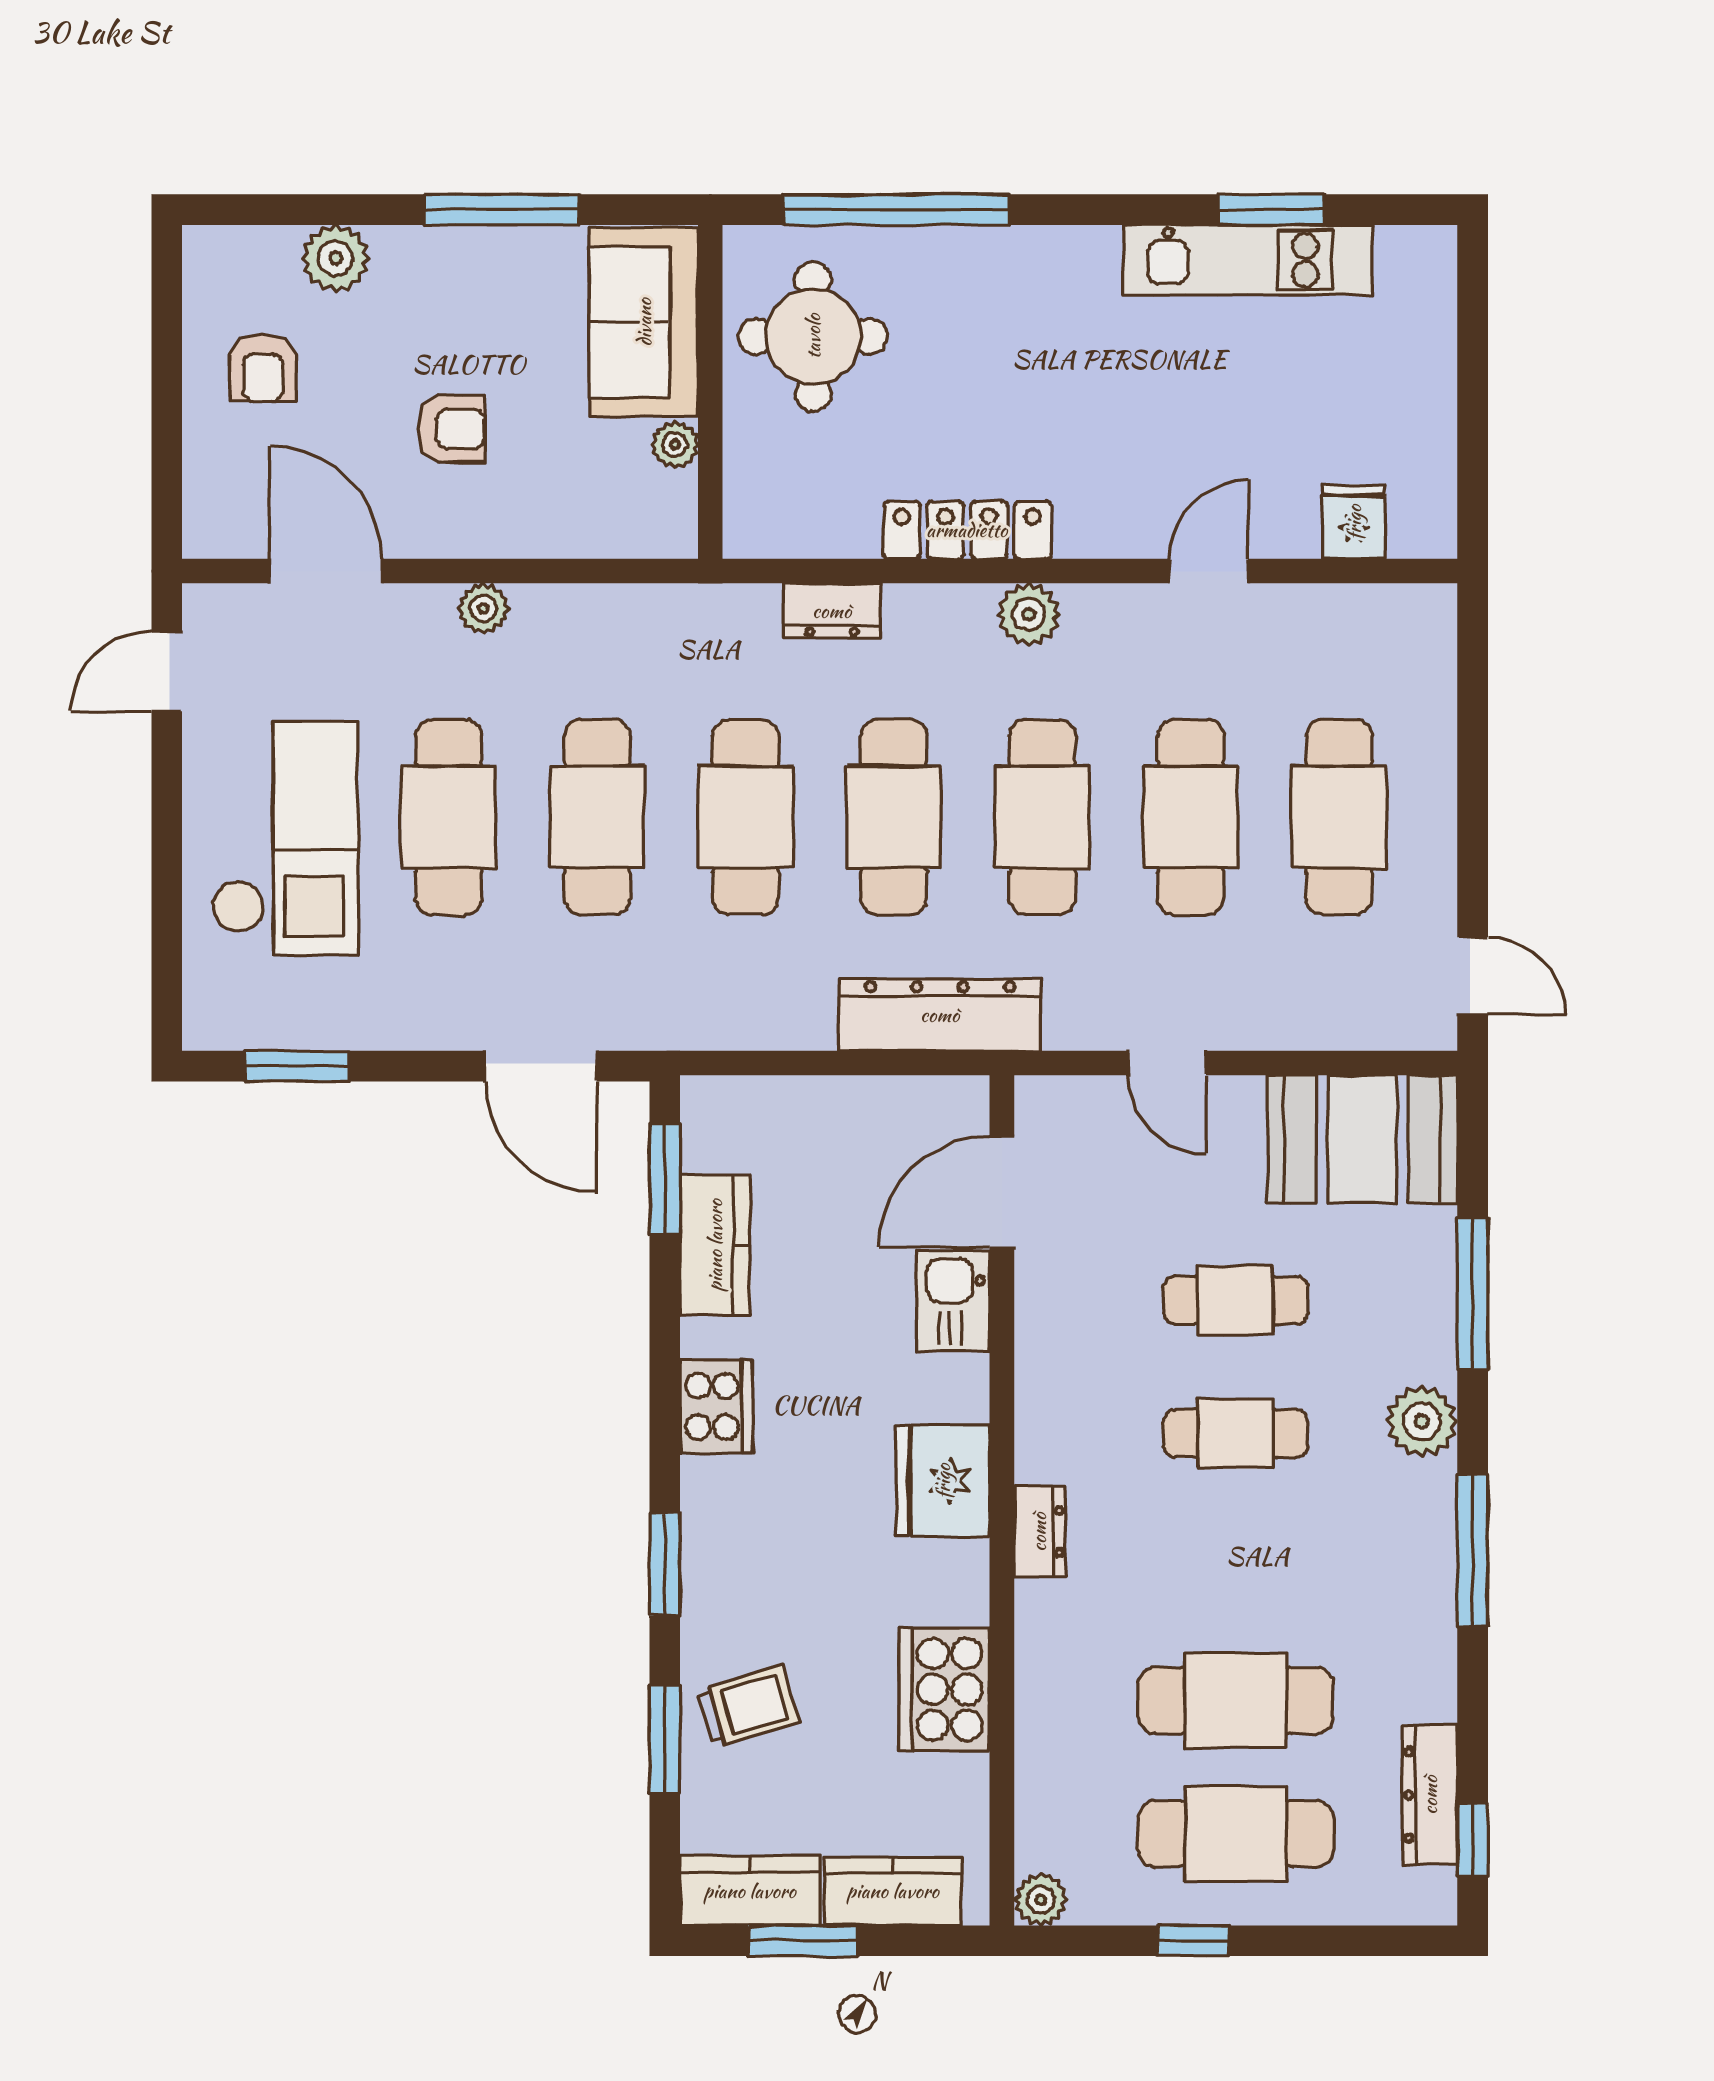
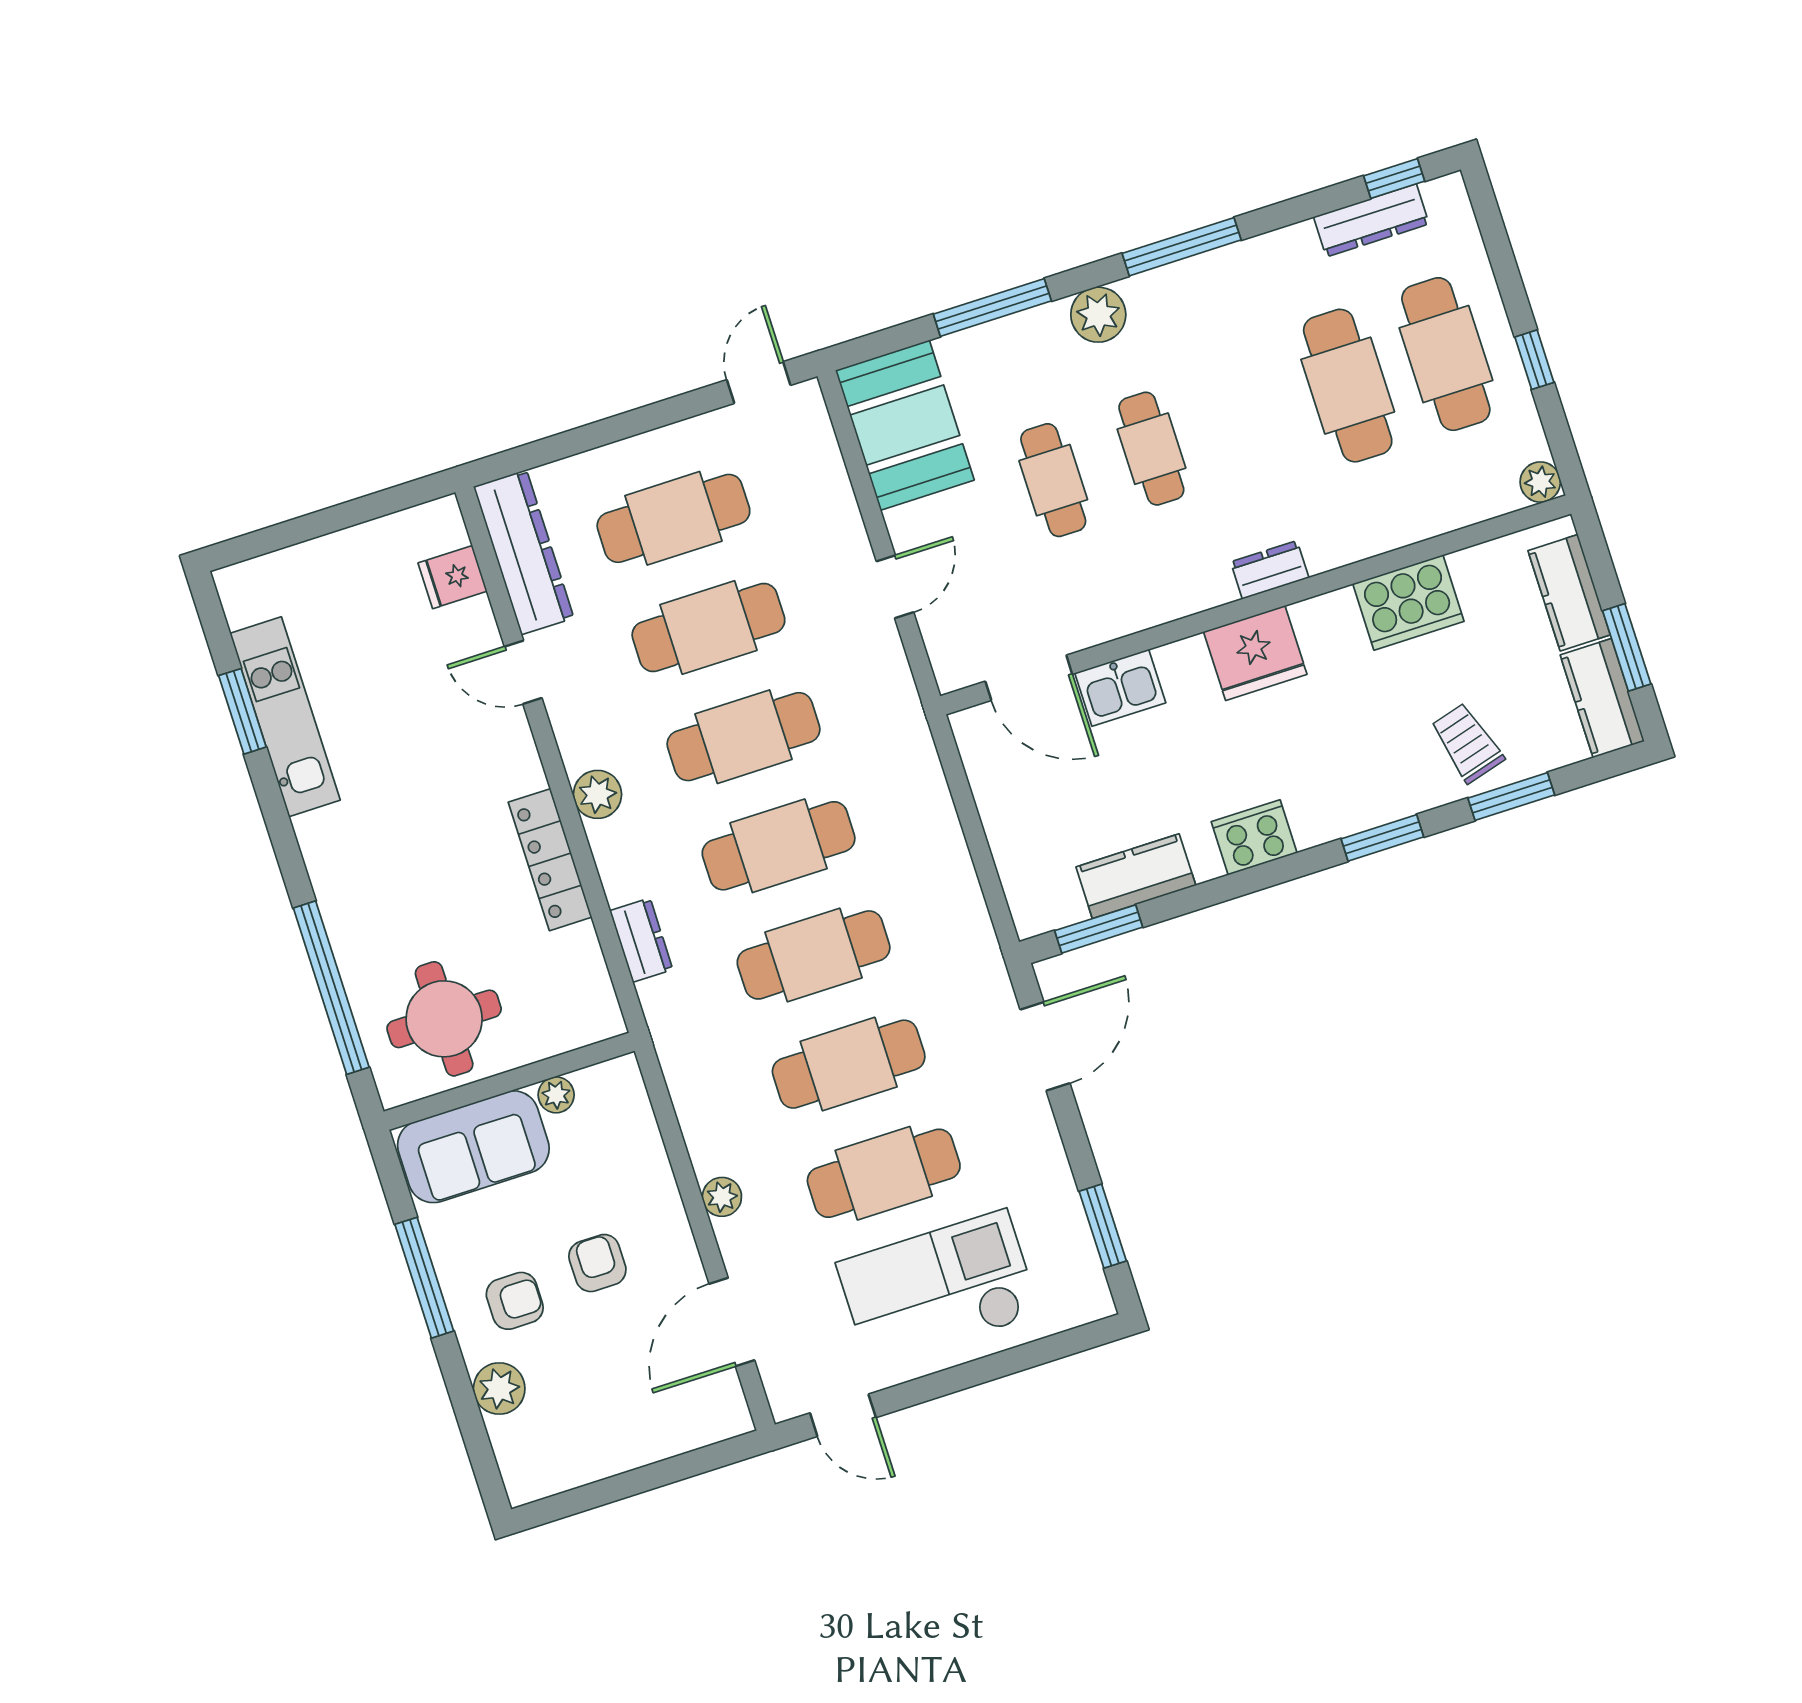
armchair: (263, 368) -> (515, 1301), moved
dresser: (940, 1015) -> (524, 552), moved, turned 180

